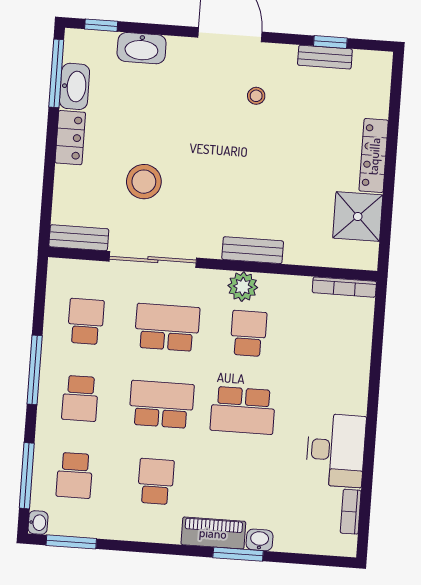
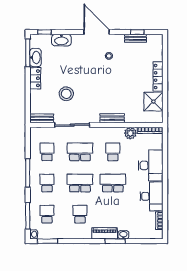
plant: (243, 287) -> (130, 133), moved
desk: (339, 374) -> (151, 165), added
school desk: (80, 398) -> (47, 183), turned 180
school desk: (243, 410) -> (113, 183), turned 180
school desk: (74, 475) -> (47, 214), turned 180

